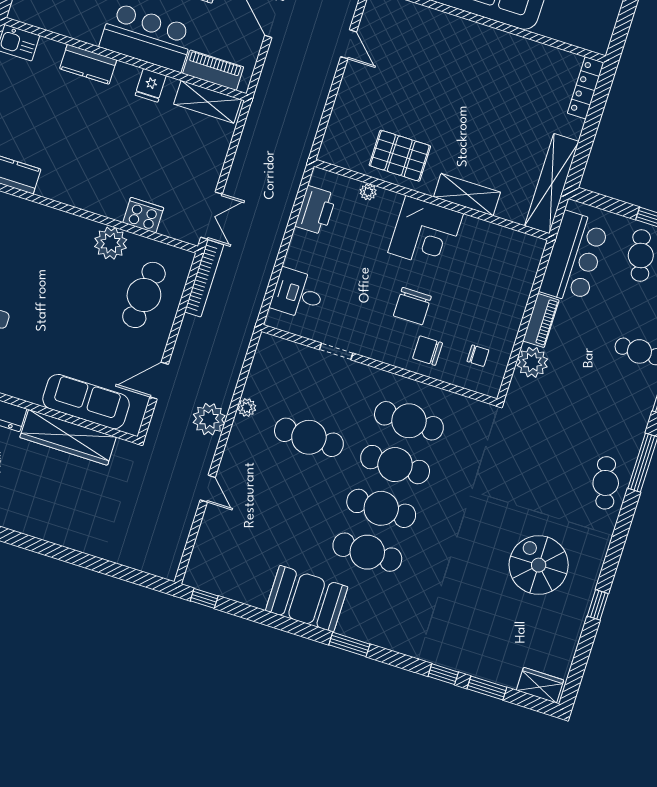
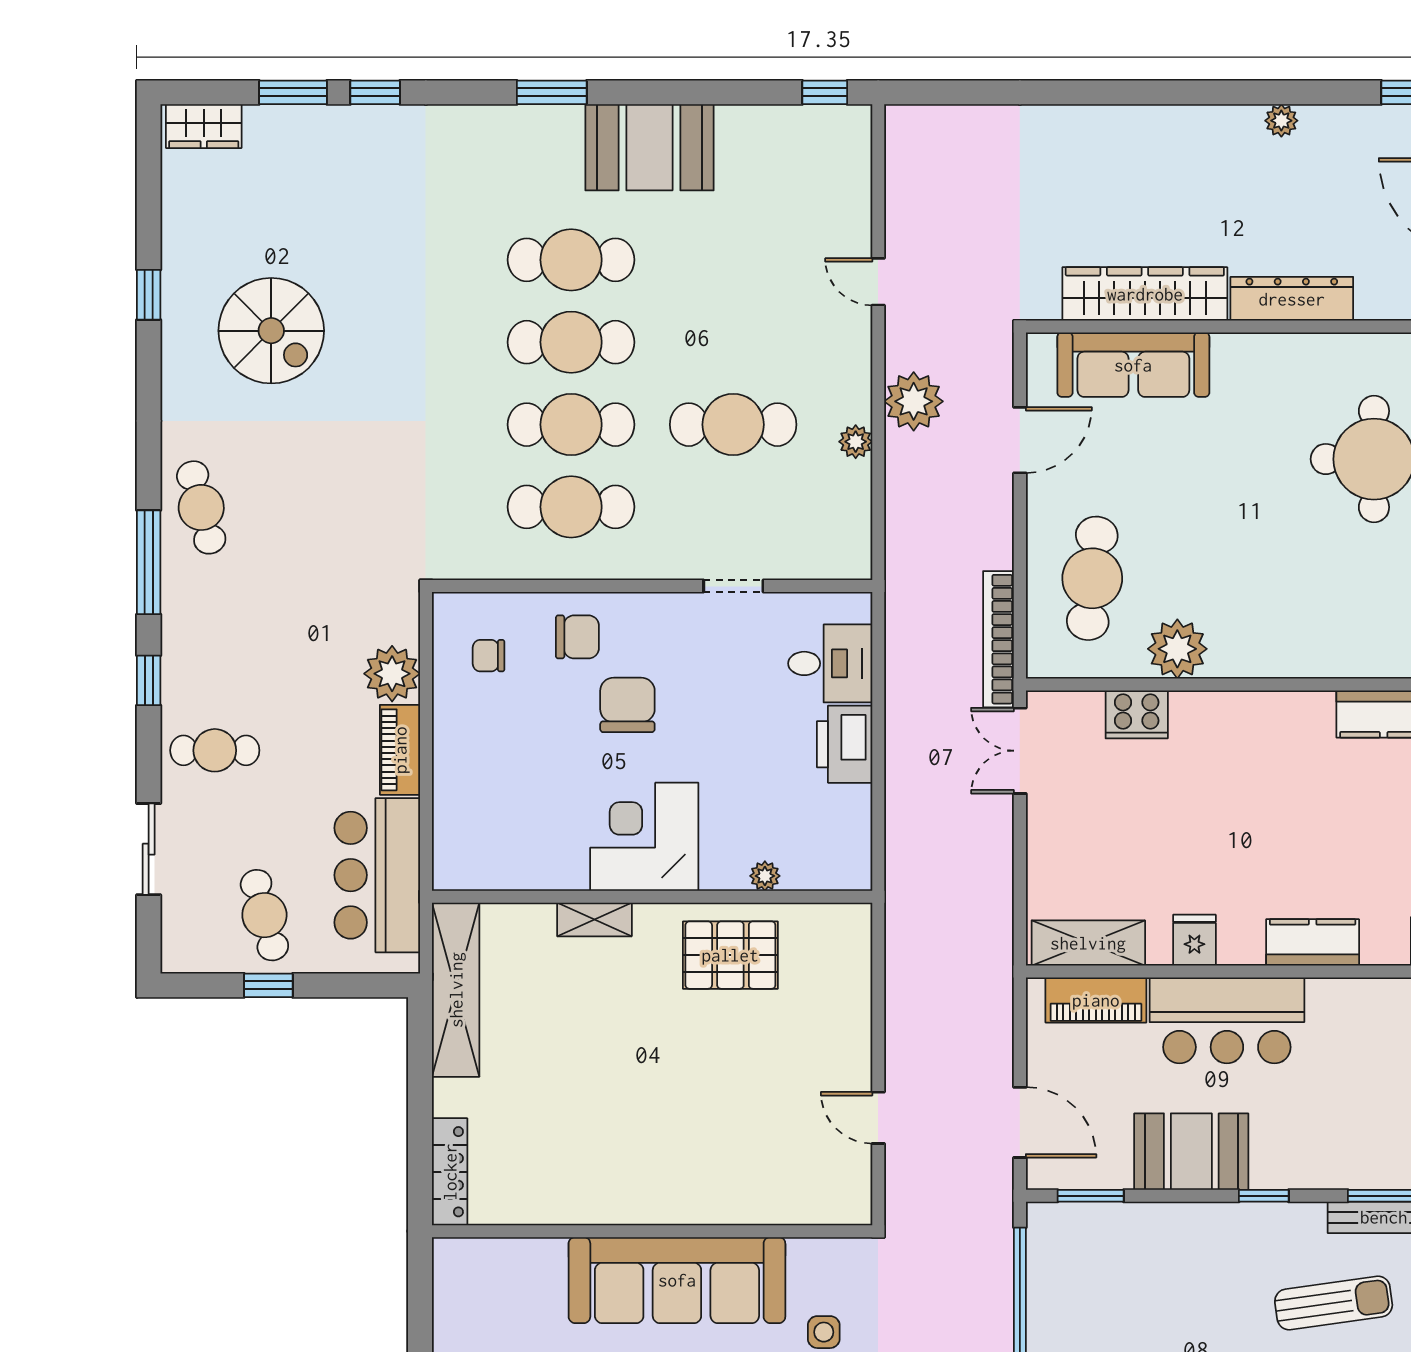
shelving: (467, 195) -> (594, 920), width x0.67, depth x0.75
printer: (316, 210) -> (845, 744), moved

